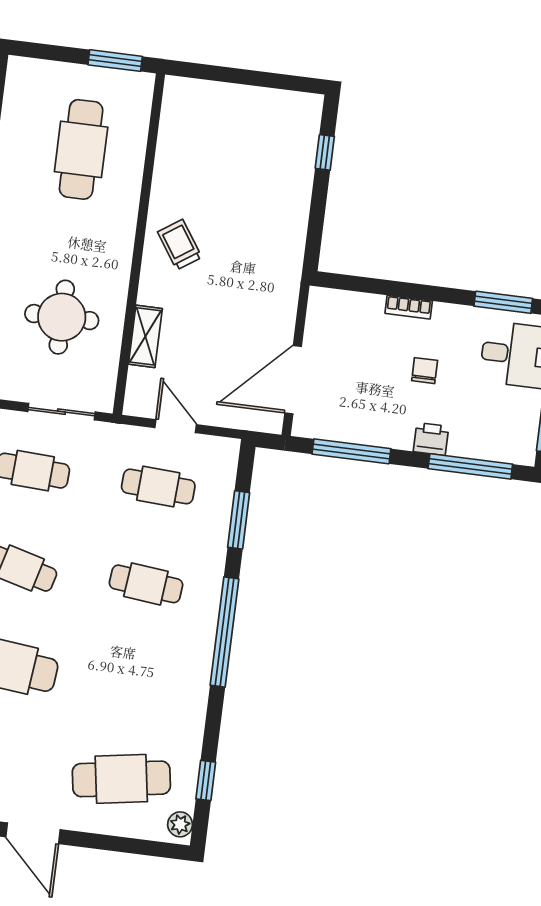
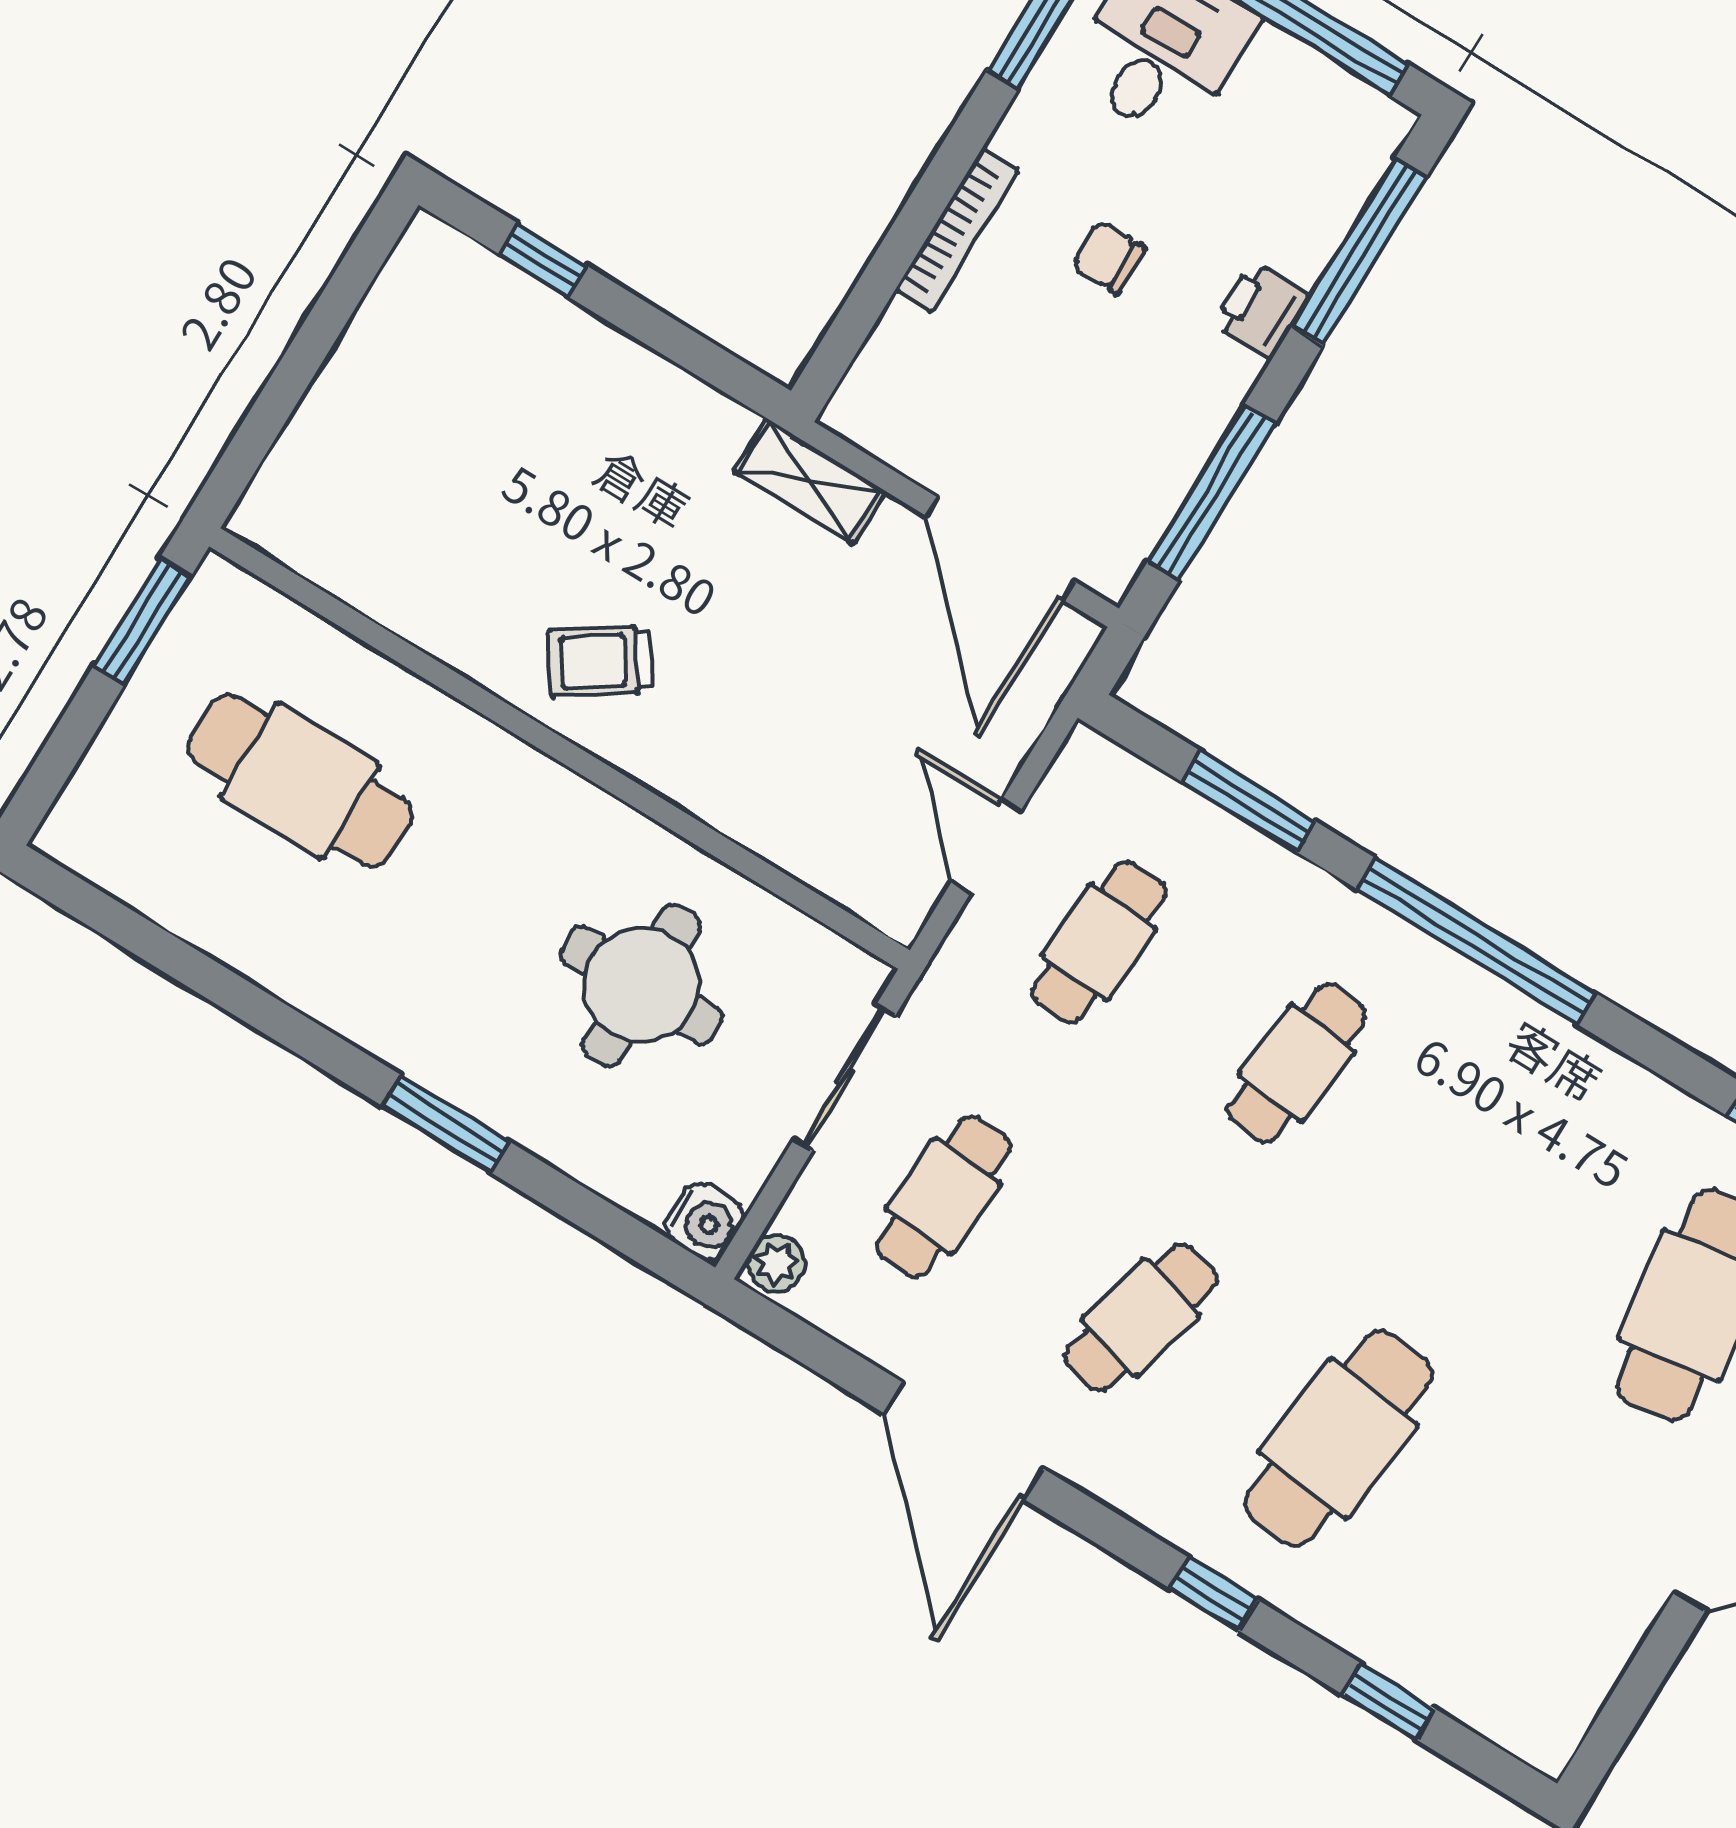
bookcase: (409, 307) -> (957, 230), width x1.56
shelving: (145, 336) -> (809, 481), moved
door: (176, 426) -> (986, 846), hinge flipped

